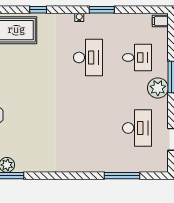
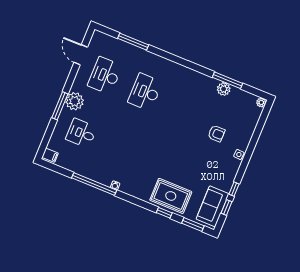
window: (38, 10) -> (164, 213), moved
window: (102, 10) -> (94, 184), width x2.11
desk: (88, 57) -> (145, 92), moved

